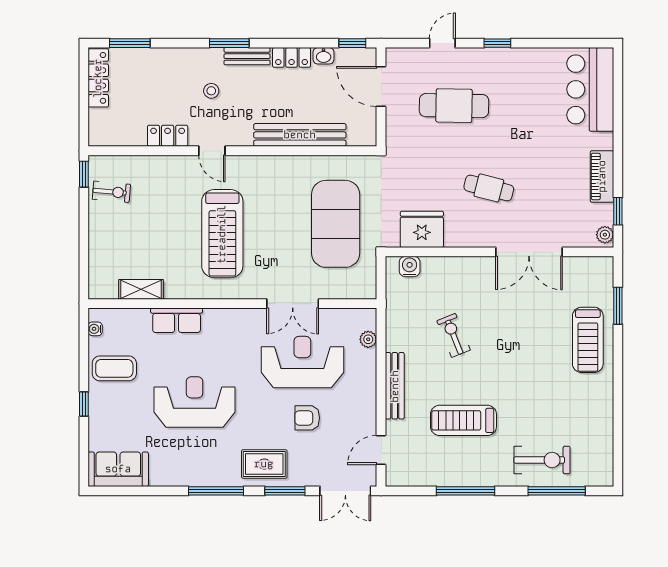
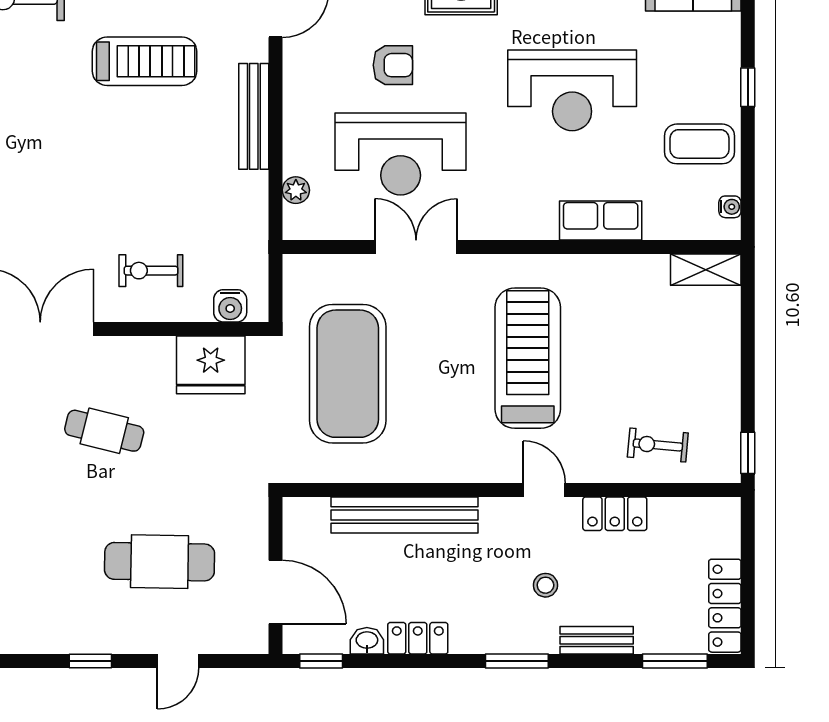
bench: (247, 56) -> (597, 640), moved
exercise bike: (111, 192) -> (658, 445), moved
shelving: (141, 289) -> (706, 270), moved
exercise bike: (454, 335) -> (151, 271), moved, turned 112

